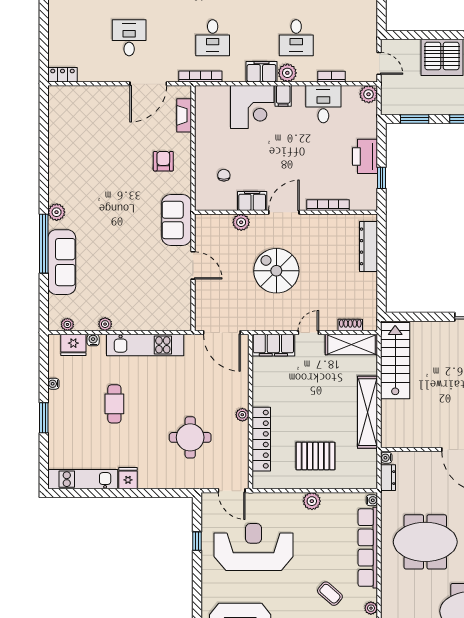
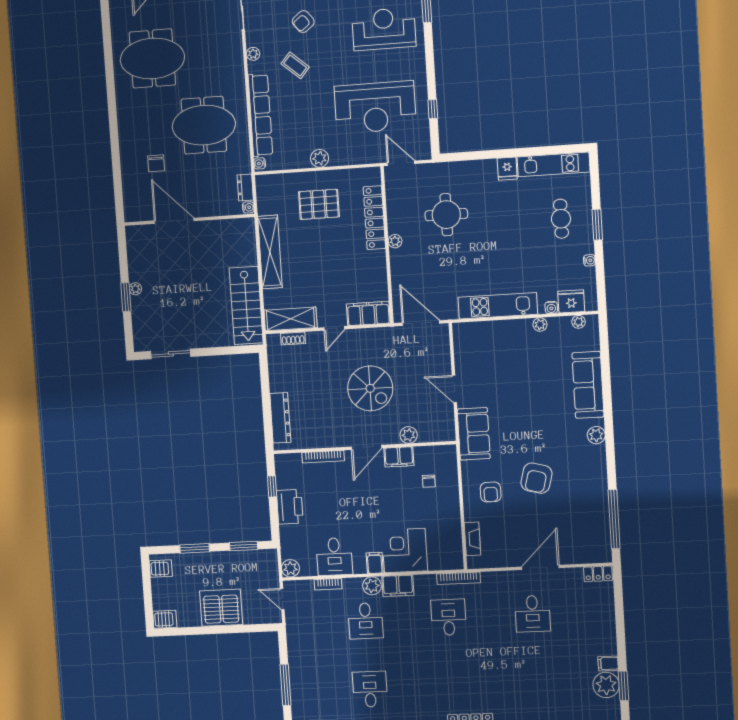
desk: (296, 38) -> (365, 621), turned 180
door: (148, 84) -> (540, 567), moved
armchair: (117, 173) -> (536, 478), added
window: (44, 244) -> (614, 519), moved
cafe table: (114, 404) -> (561, 219), moved

